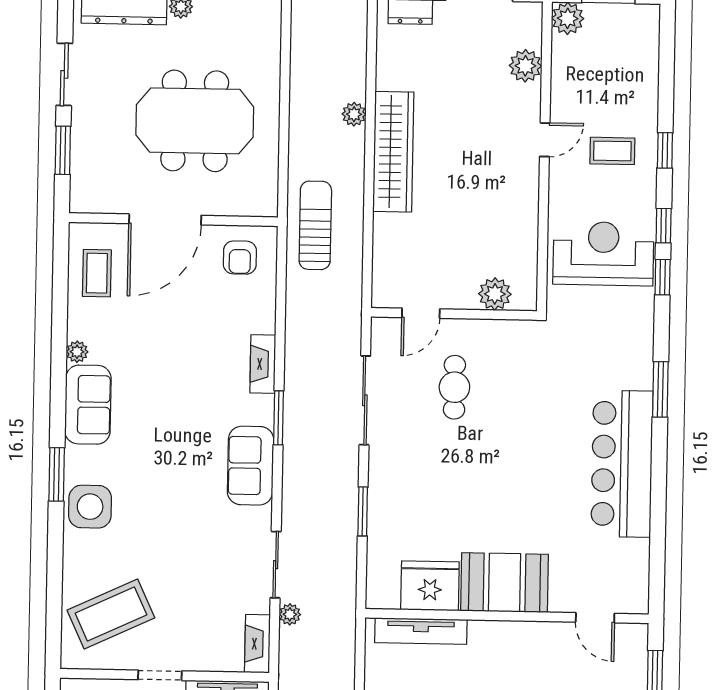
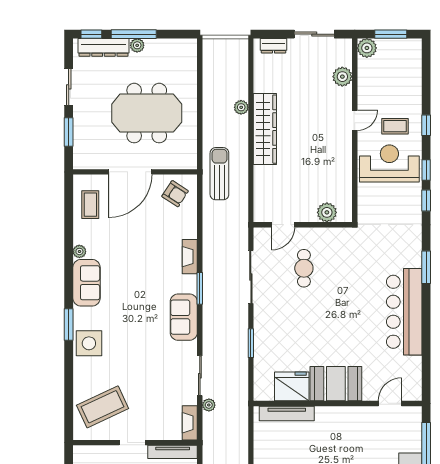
reception desk: (603, 254) -> (389, 163), moved
armchair: (240, 258) -> (175, 194), turned -57
door: (595, 618) -> (390, 403), swing flipped

